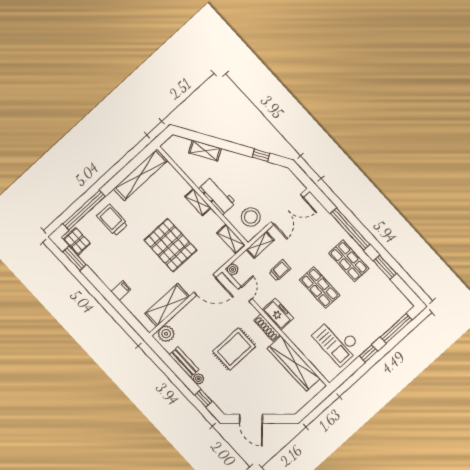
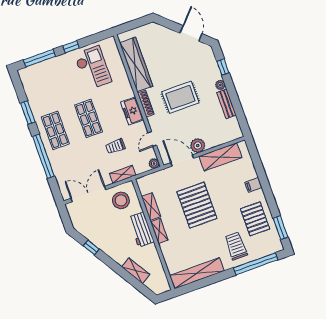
trolley: (112, 220) -> (236, 246), turned 180
shelving: (231, 239) -> (151, 207), moved
pallet: (77, 241) -> (255, 219), moved, width x1.50, depth x1.42
plant: (166, 334) -> (198, 146), moved

